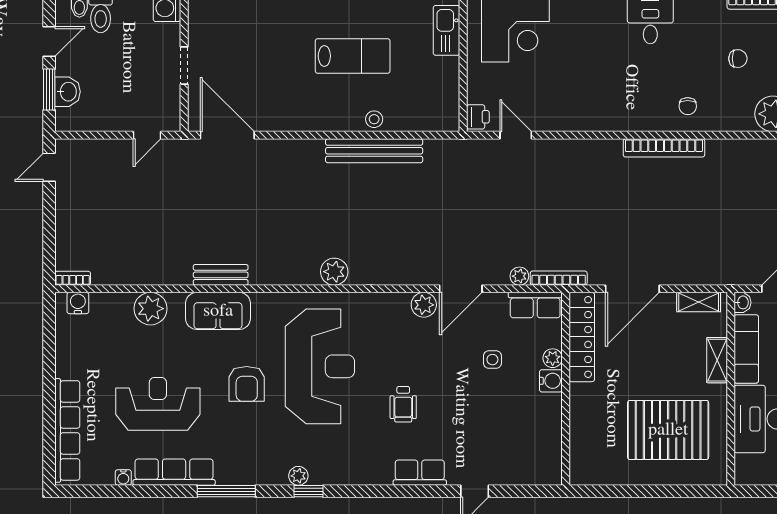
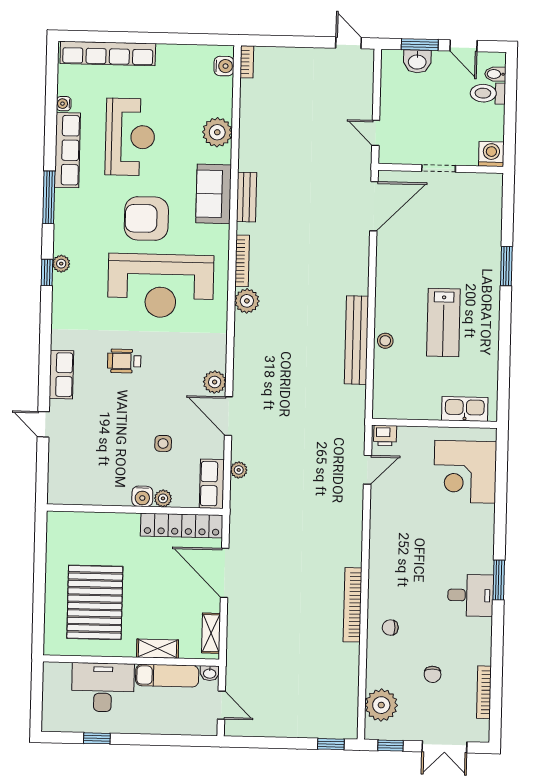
bookcase: (559, 278) -> (242, 261), moved
armchair: (247, 384) -> (146, 218), width x1.36, depth x1.36

